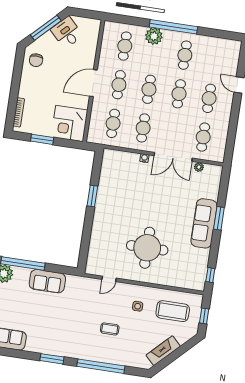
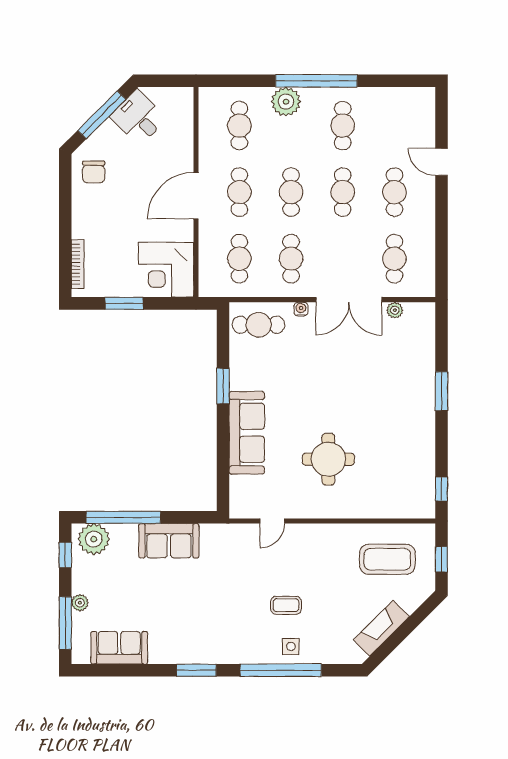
cafe table: (118, 163) -> (259, 325), added
sofa: (204, 223) -> (247, 433), moved, turned 180
round table: (147, 248) -> (328, 459), width x0.73, depth x0.73
side table: (138, 306) -> (291, 647), moved

